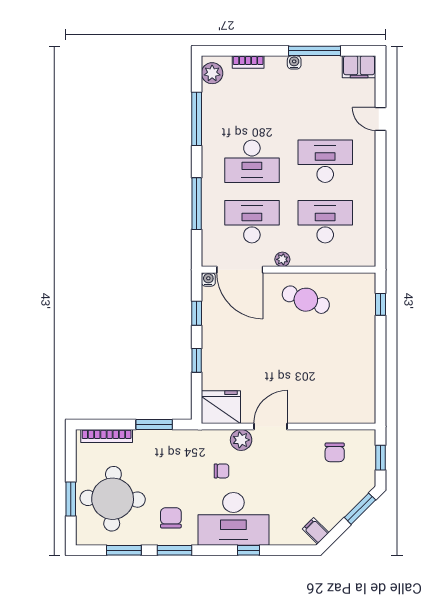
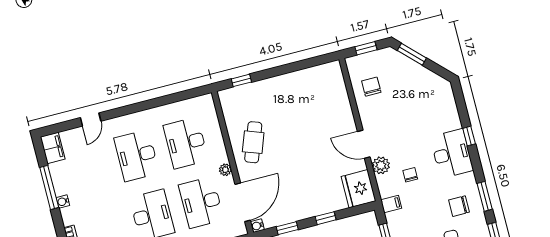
chair: (335, 452) -> (371, 87), turned -90
desk: (233, 519) -> (452, 154), width x0.73, depth x0.77
filing cabinet: (316, 531) -> (391, 204), moved, turned -135

